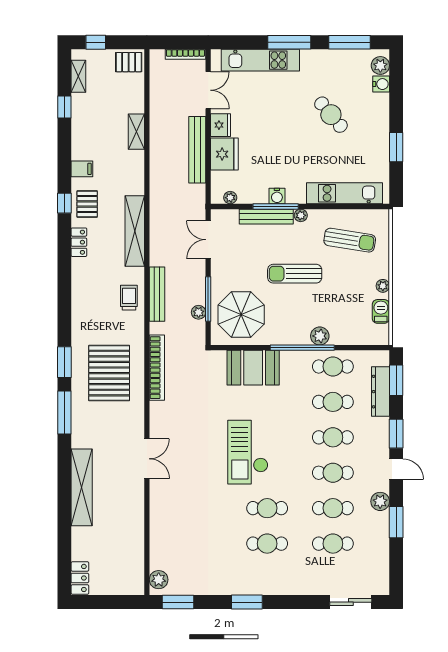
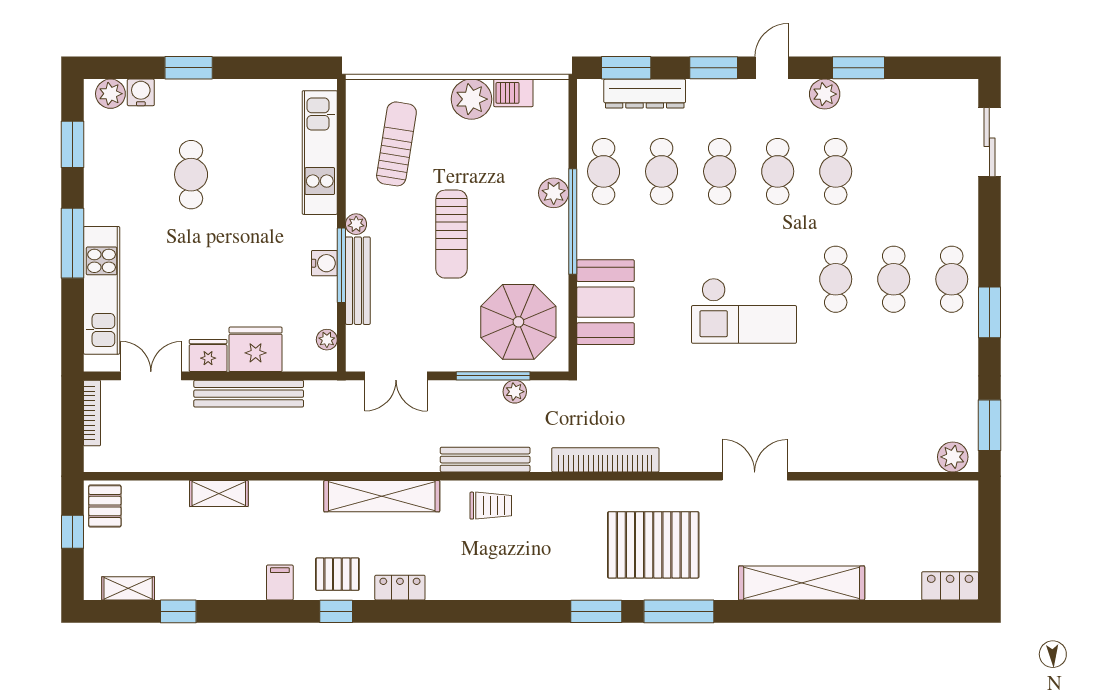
window: (96, 42) -> (72, 532), moved
window: (349, 42) -> (72, 144), width x0.69
cafe table: (331, 115) -> (191, 175), turned -50
window: (396, 147) -> (189, 68), moved
plant: (383, 286) -> (471, 99), width x1.87, depth x1.87
trolley: (129, 298) -> (491, 506), turned 180
pallet: (109, 373) -> (653, 545), moved
cafe table: (333, 544) -> (952, 279), moved

